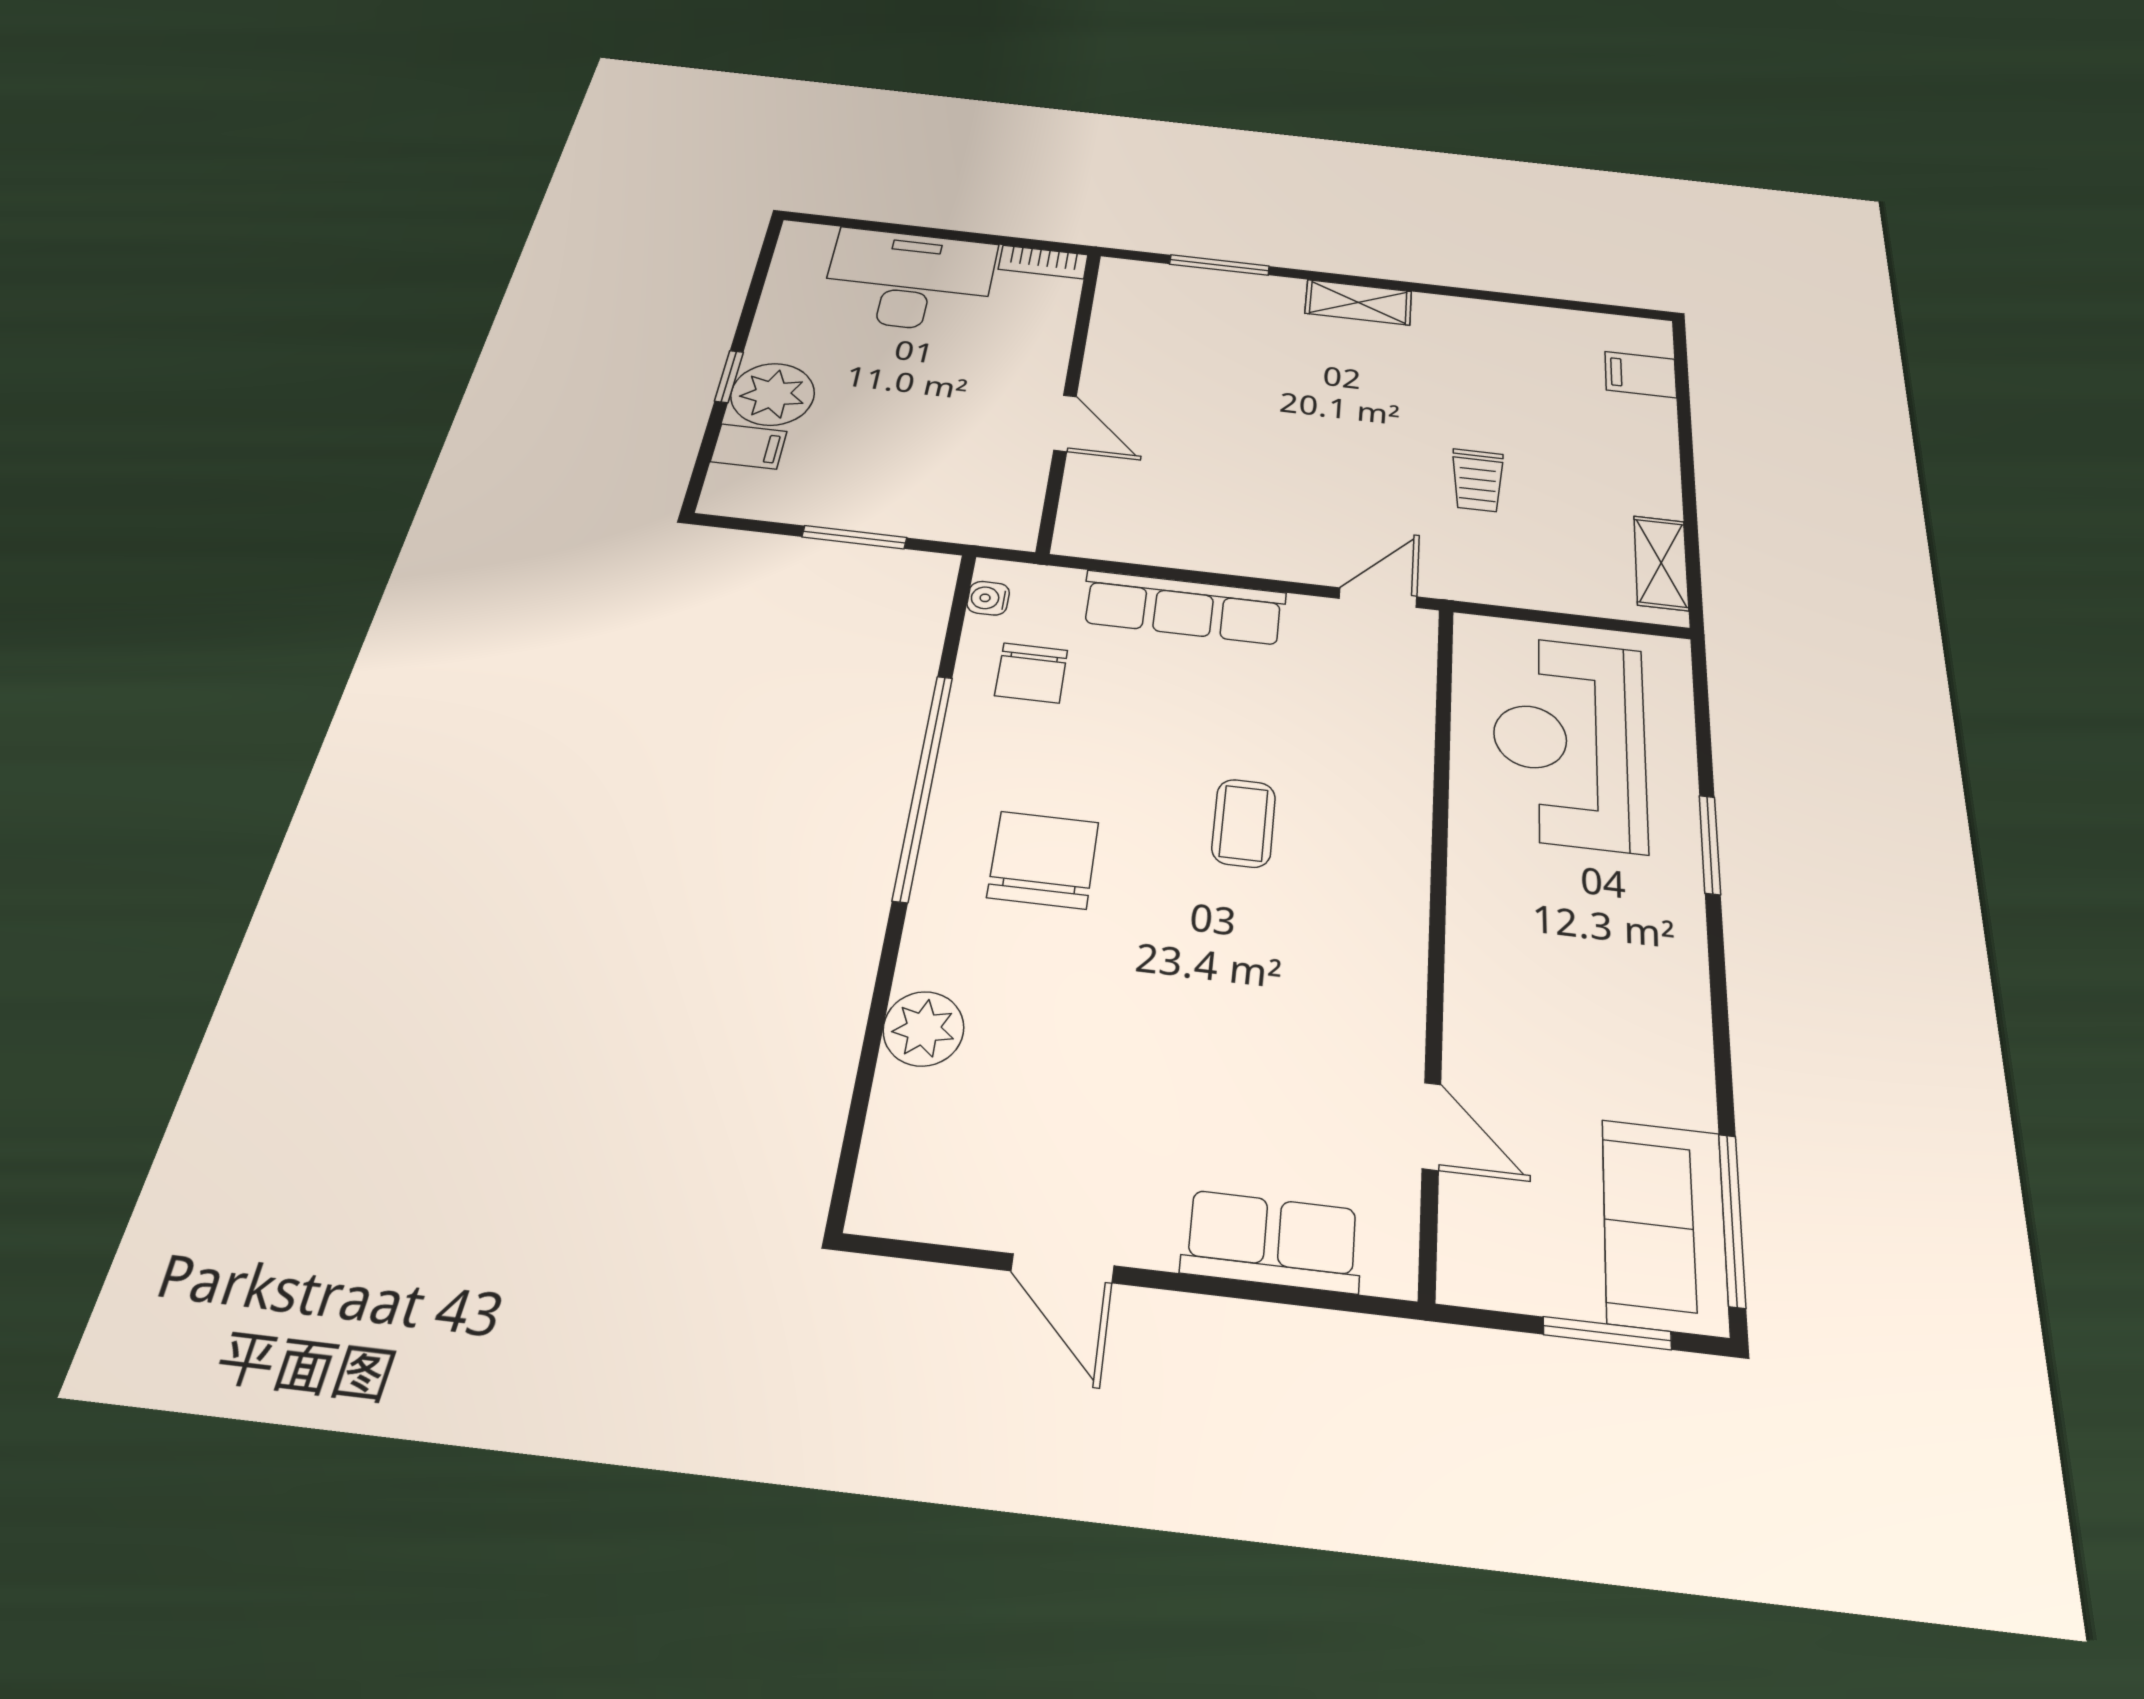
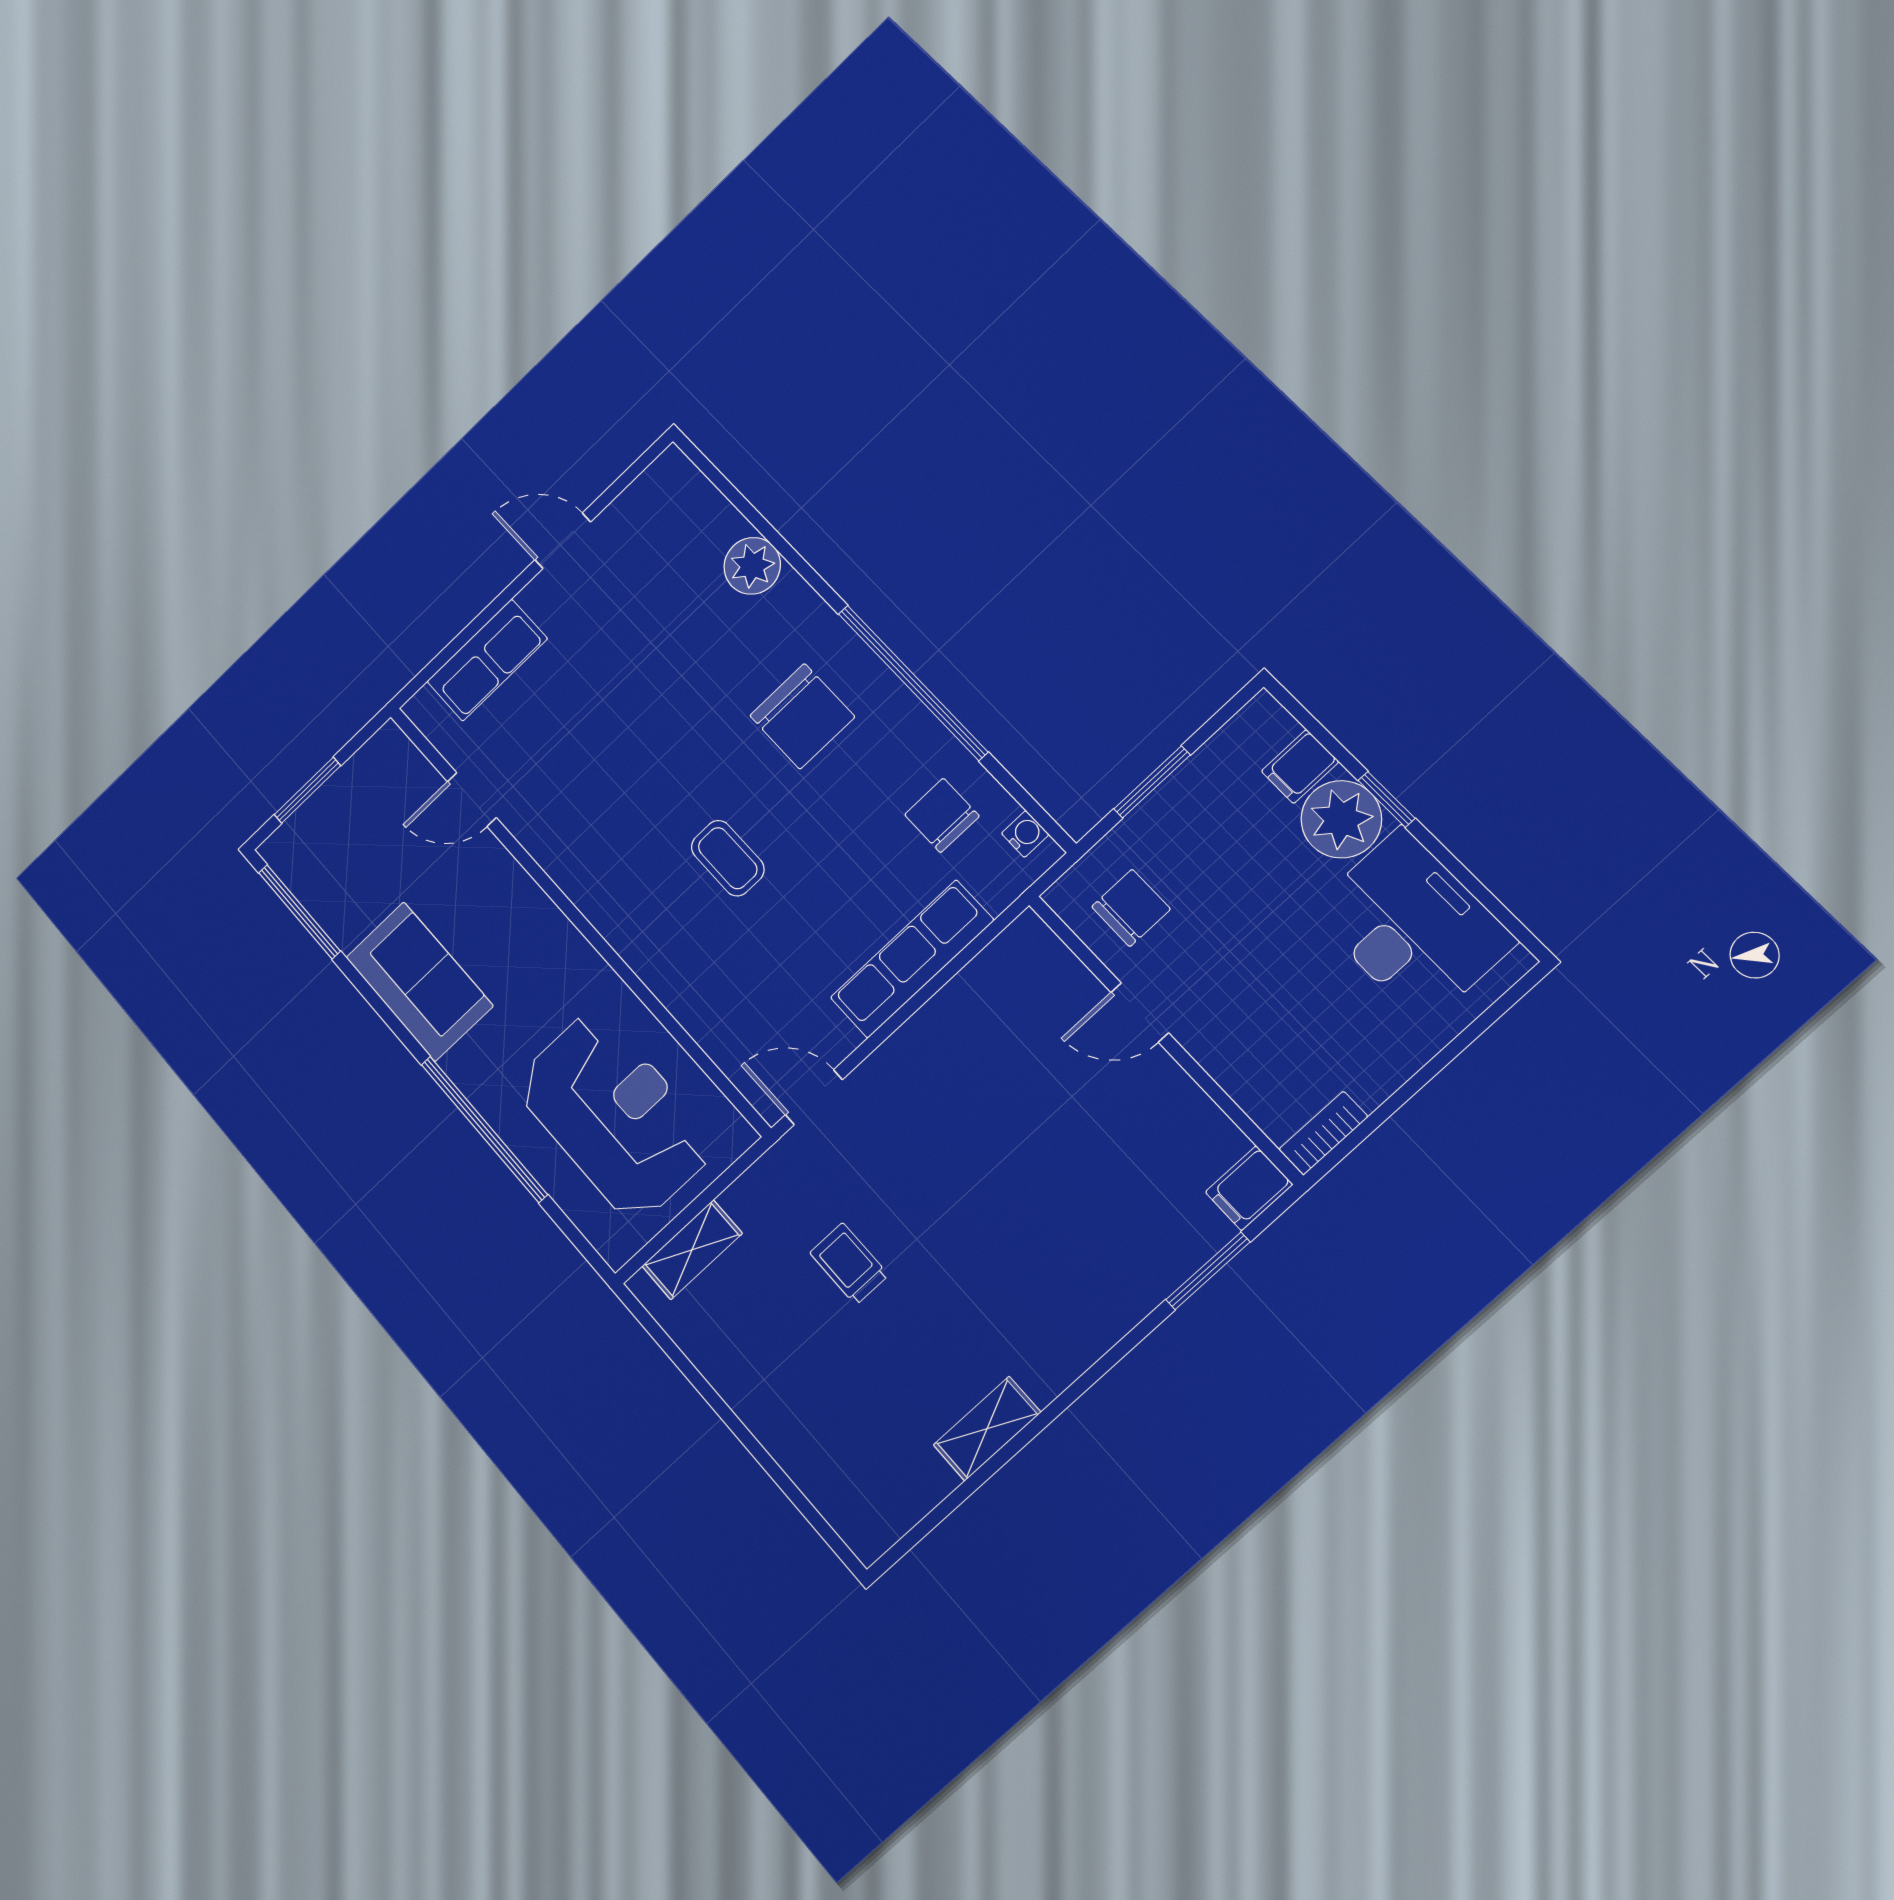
desk: (909, 280) -> (1412, 926), moved, turned -90
shelving: (1358, 302) -> (987, 1429), moved
filing cabinet: (1641, 375) -> (1249, 1188), moved, turned 180
chair: (982, 483) -> (1131, 908), added
shelving: (1661, 563) -> (692, 1250), moved, turned 90
door: (1378, 598) -> (814, 1097), swing flipped
window: (1710, 845) -> (484, 1129), width x2.11
sofa: (1664, 1226) -> (419, 981), moved

